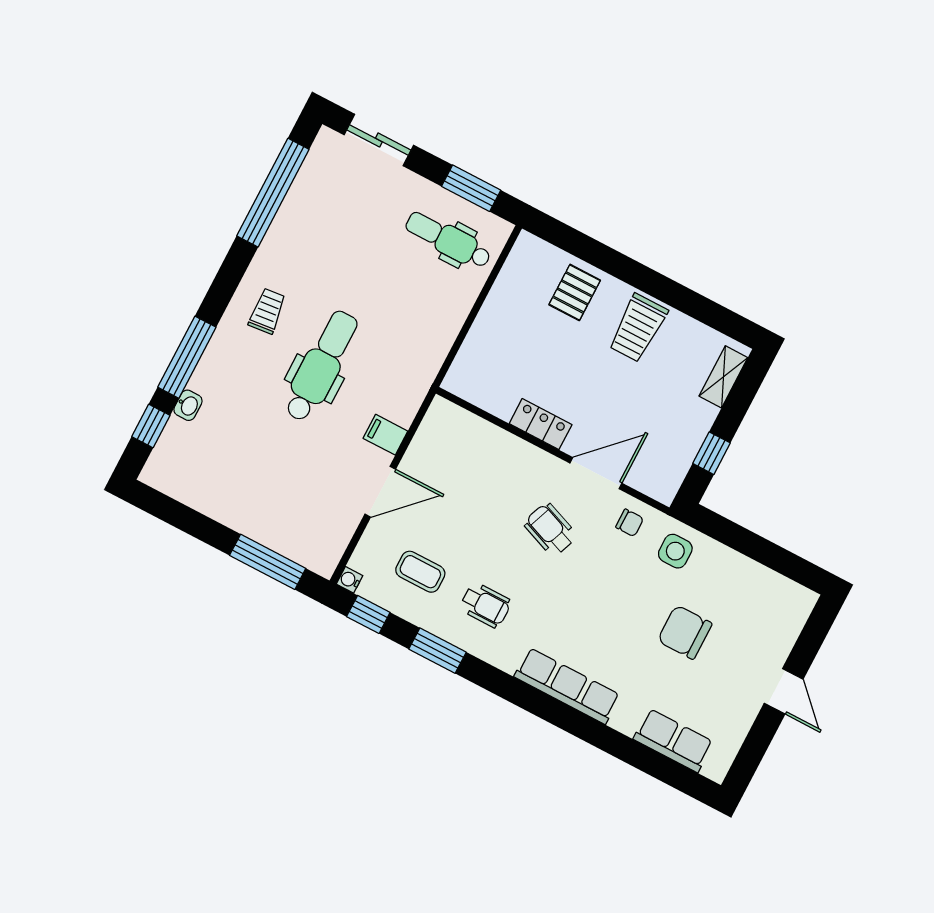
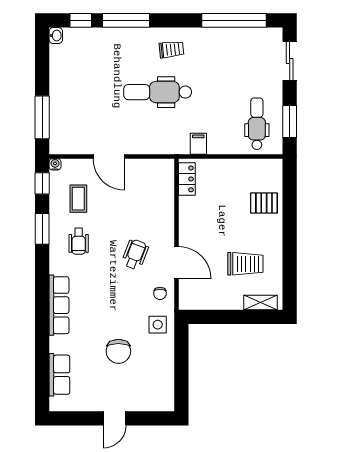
trolley: (638, 328) -> (245, 264), moved, turned 180
dental chair: (321, 366) -> (158, 92), turned 180
washbasin: (188, 405) -> (56, 36), moved, turned -90
locker: (541, 424) -> (187, 179), moved
filing cabinet: (385, 435) -> (198, 144), moved
window: (712, 453) -> (218, 317), removed
chair: (685, 632) -> (118, 351), turned 180

